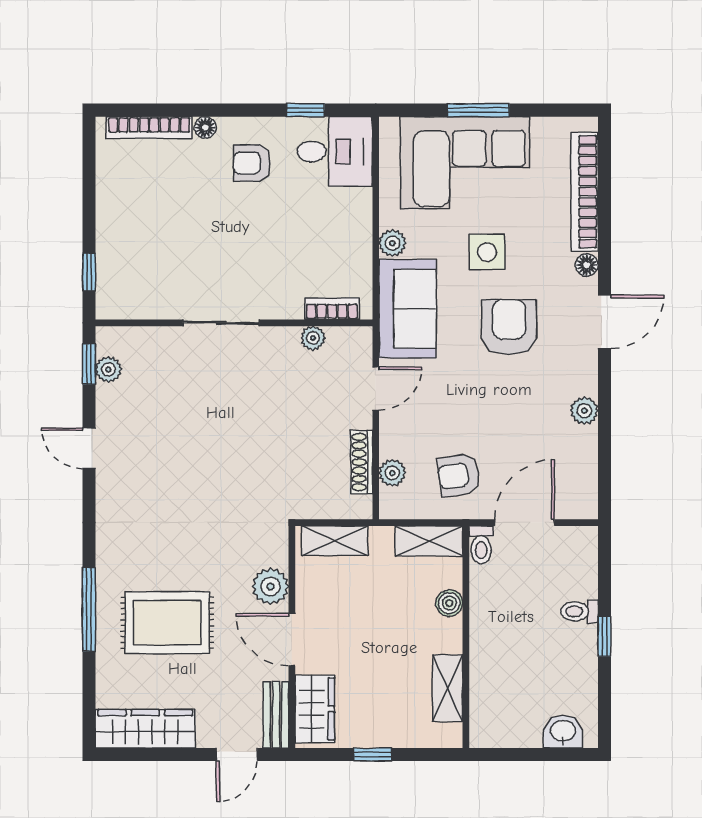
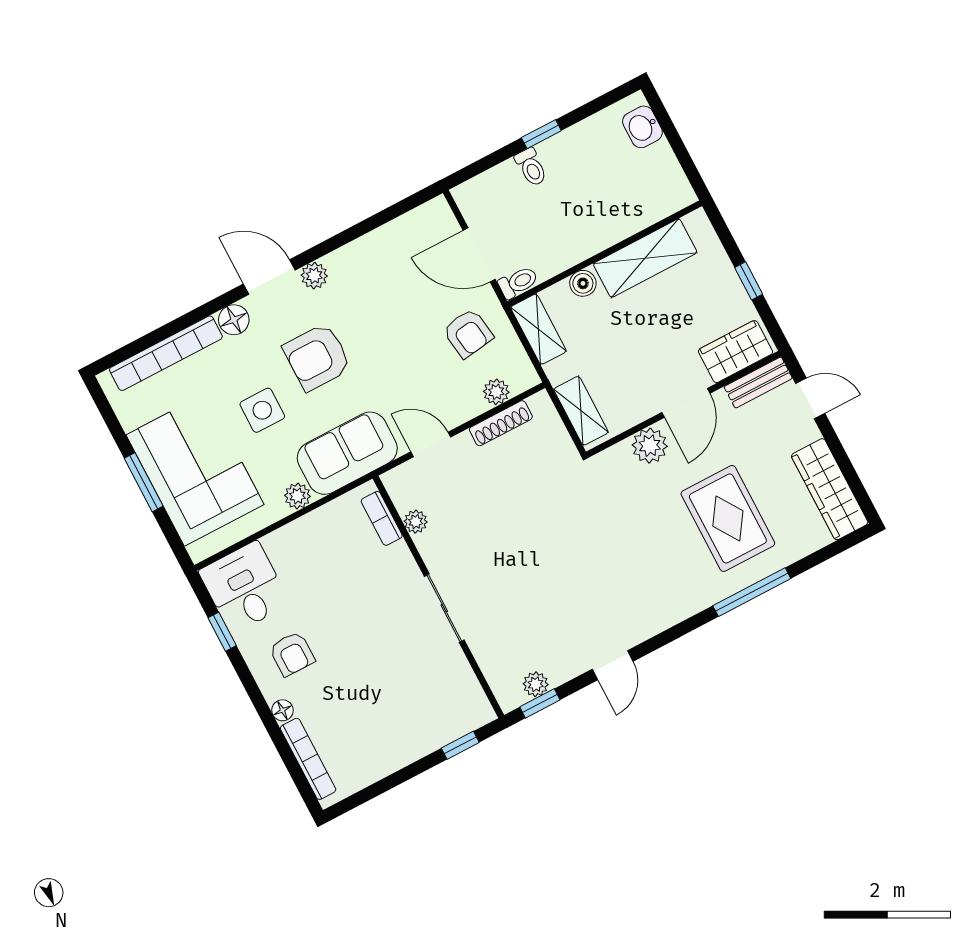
floor lamp: (587, 265) -> (234, 320), width x1.37, depth x1.37
plant: (584, 411) -> (314, 276), moved
shelving: (448, 688) -> (645, 258), width x1.50, depth x1.33

